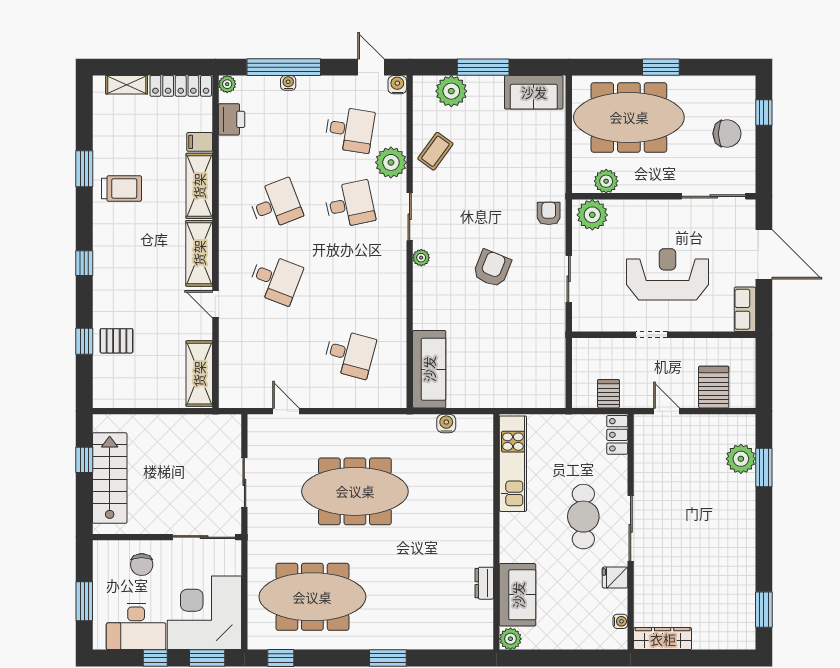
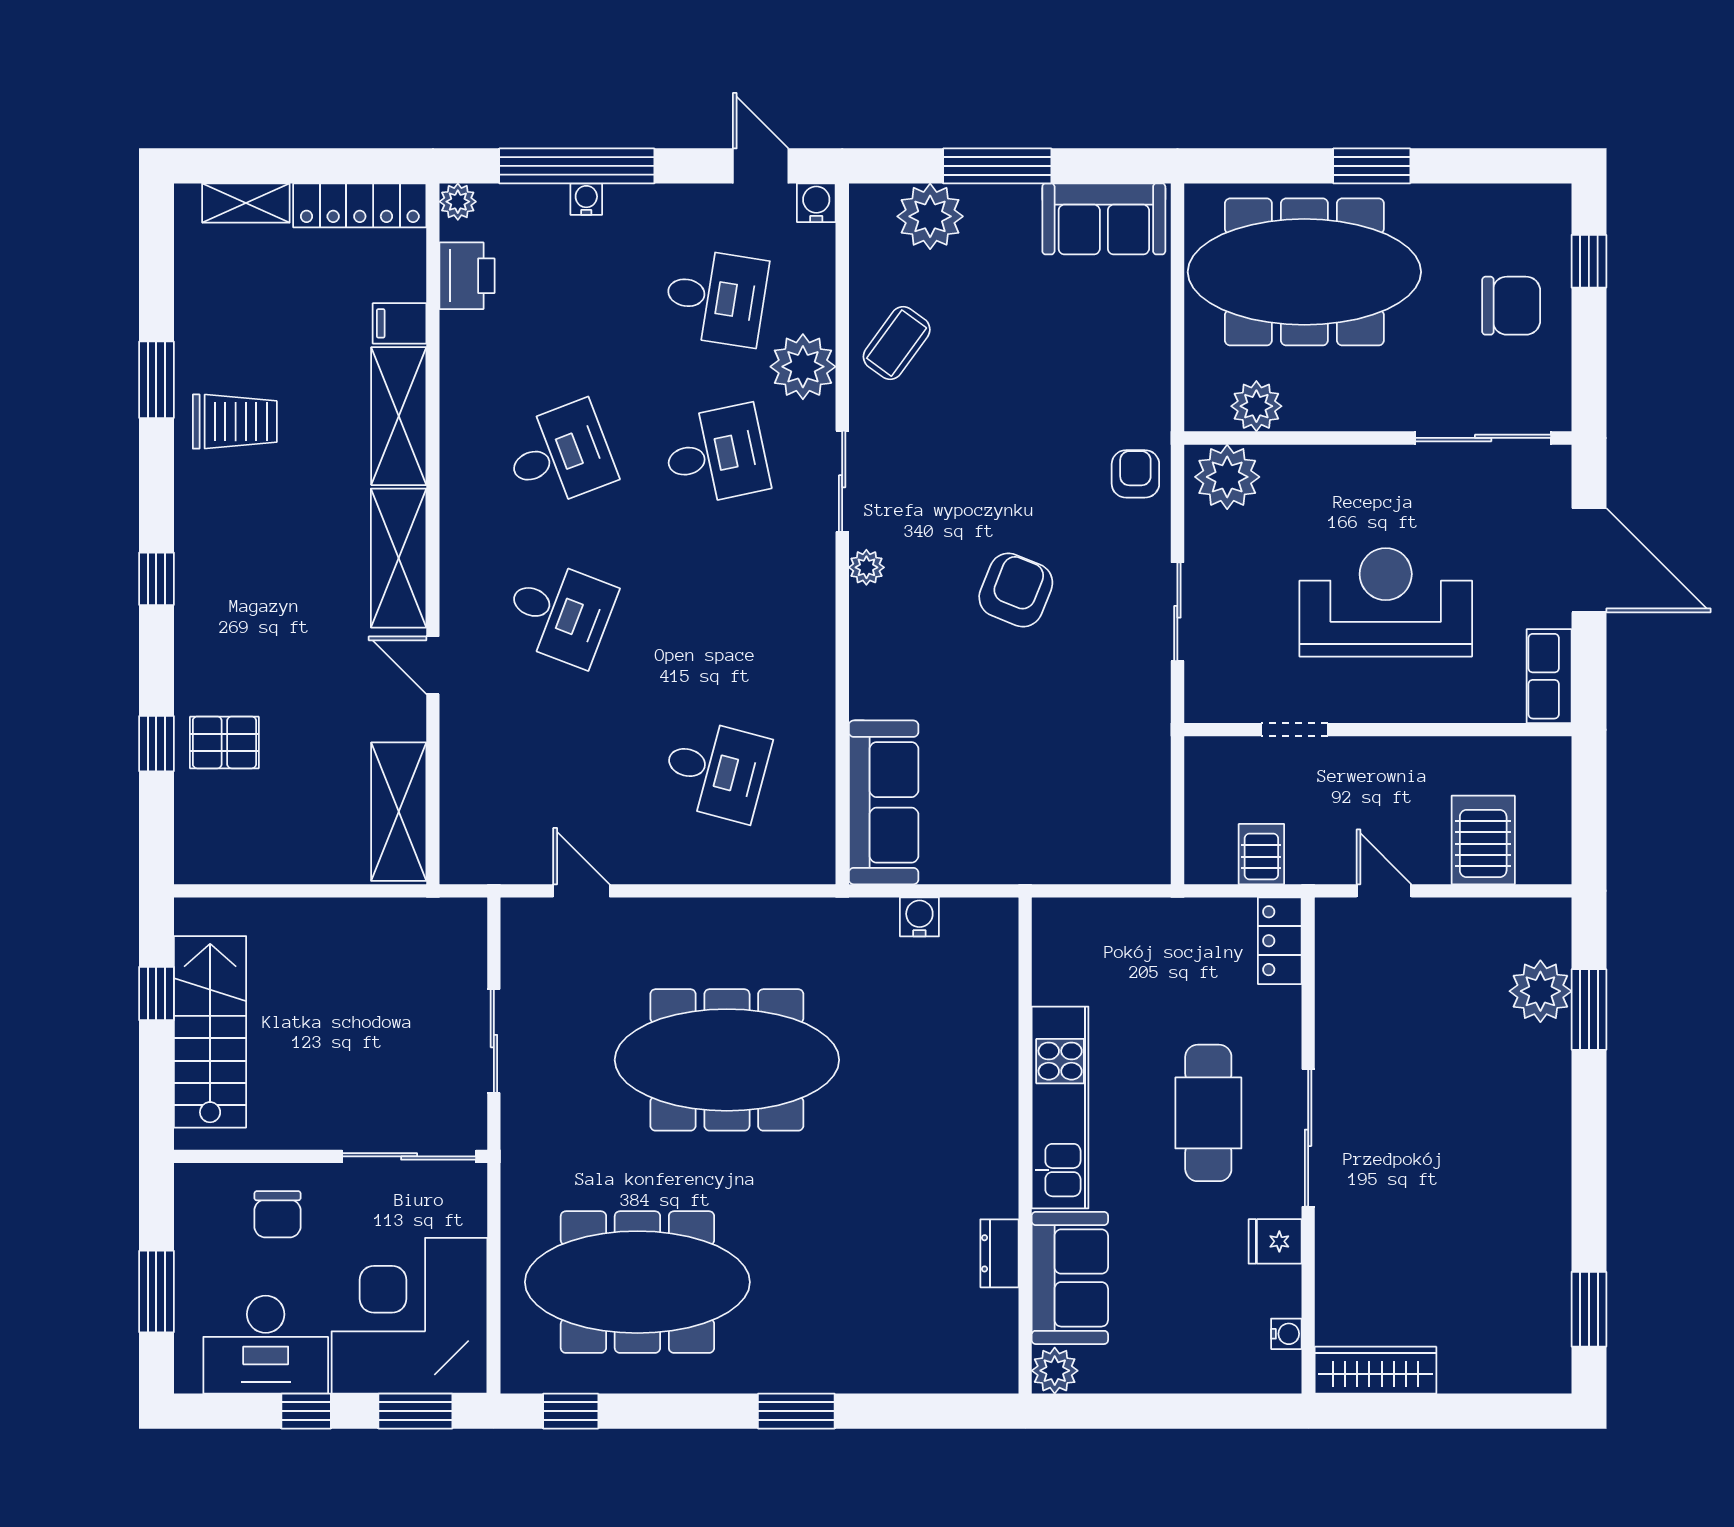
doorway: (652, 335) -> (1294, 730), moved
kitchen unit: (513, 464) -> (1060, 1107), moved

